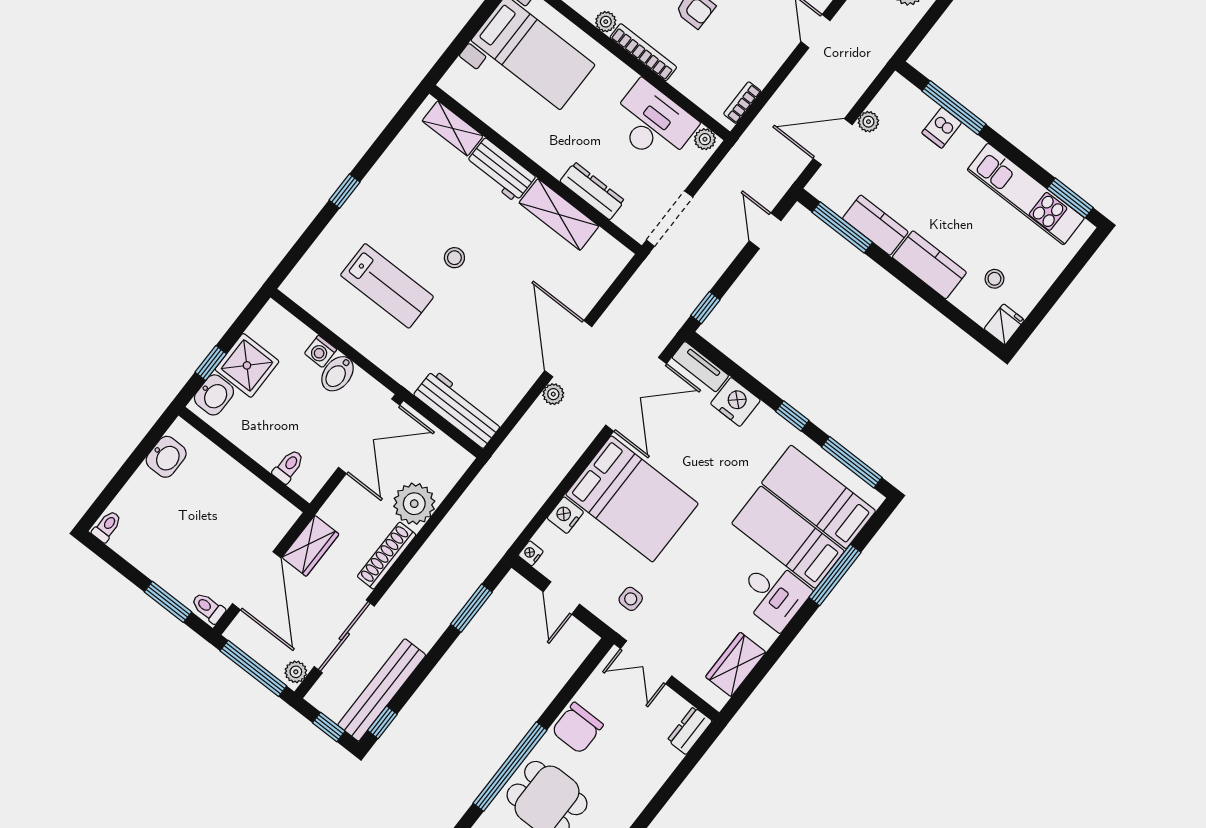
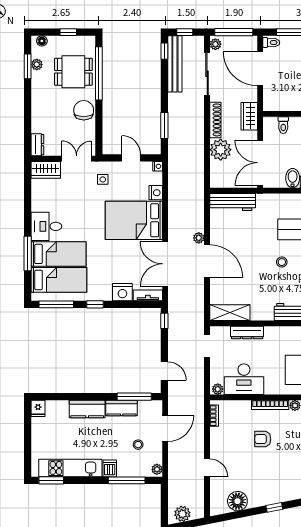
plant: (868, 122) -> (157, 469), moved
dishwasher: (942, 128) -> (110, 468), moved
shelving: (559, 214) -> (230, 313), moved
doorway: (670, 219) -> (207, 346), width x0.73
stool: (994, 279) -> (138, 445), moved
wardrobe: (310, 546) -> (249, 116), moved
wardrobe: (736, 664) -> (46, 170), moved, turned 90

